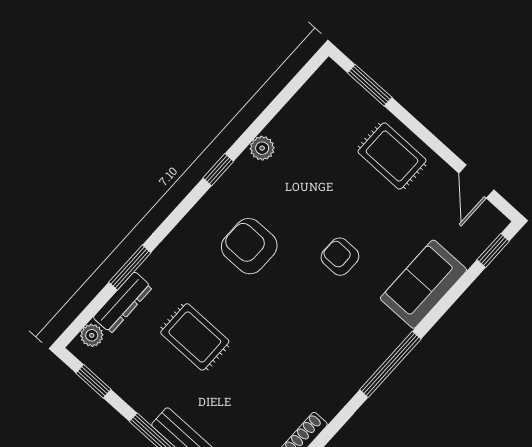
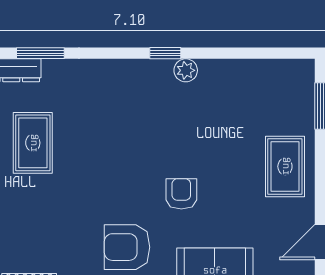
plant: (262, 148) -> (186, 70), moved
armchair: (249, 246) -> (127, 247), moved, turned -90

